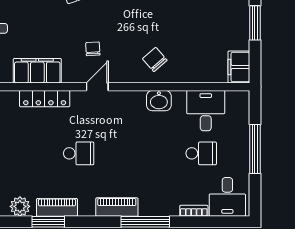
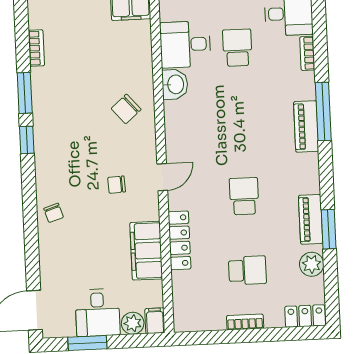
door: (97, 87) -> (162, 177), swing flipped
washbasin: (159, 101) -> (175, 84), moved
school desk: (17, 153) -> (247, 270), added
piano: (117, 207) -> (306, 126), moved

